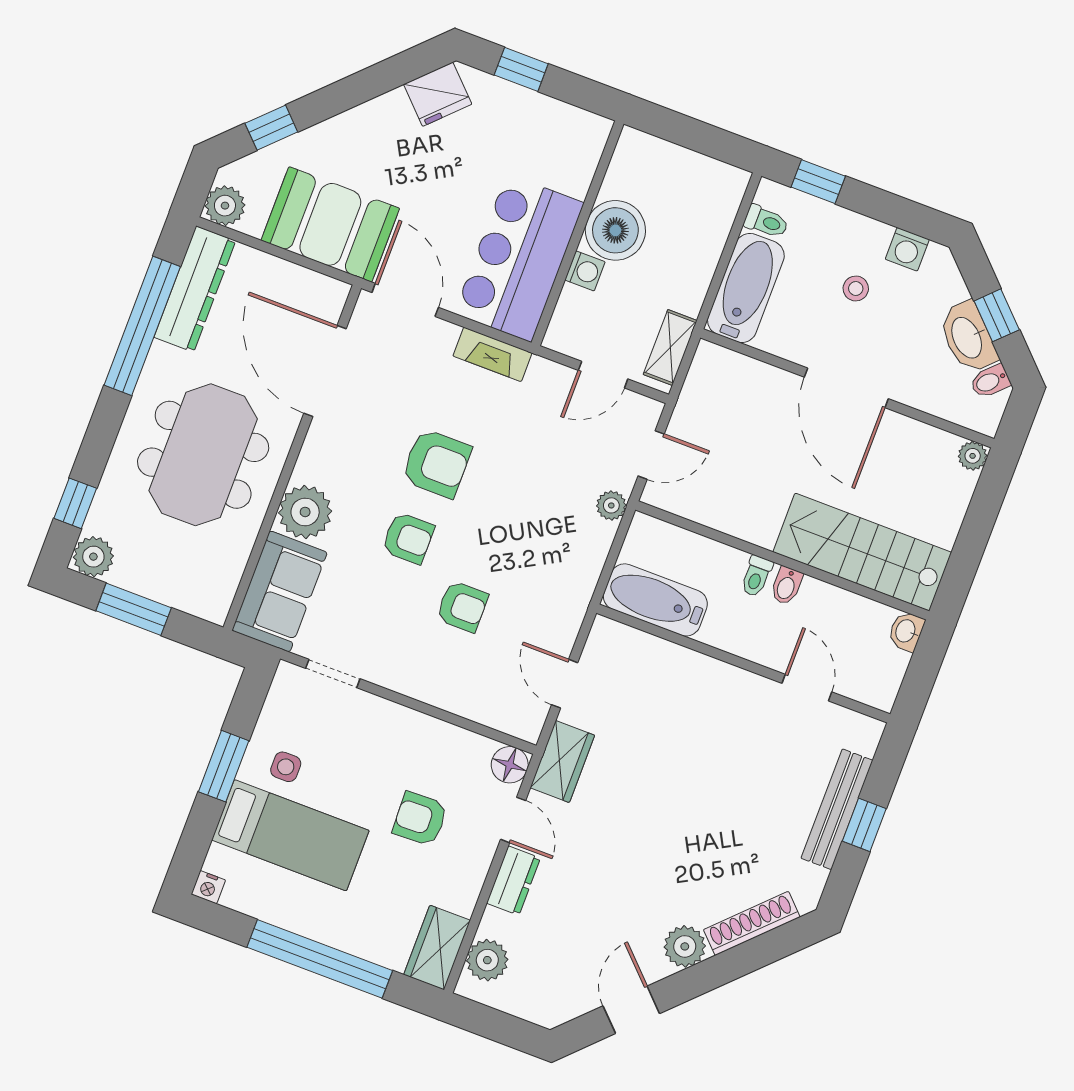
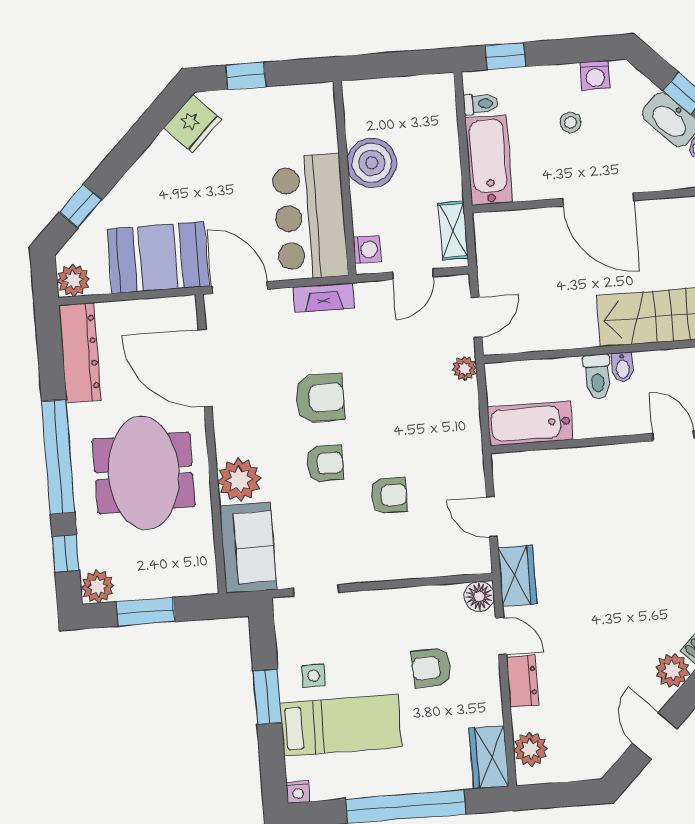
washing machine: (585, 271) -> (367, 249), moved
window: (142, 326) -> (58, 457), moved
toilet: (756, 576) -> (597, 377), width x1.37, depth x1.39

